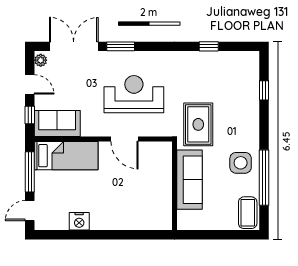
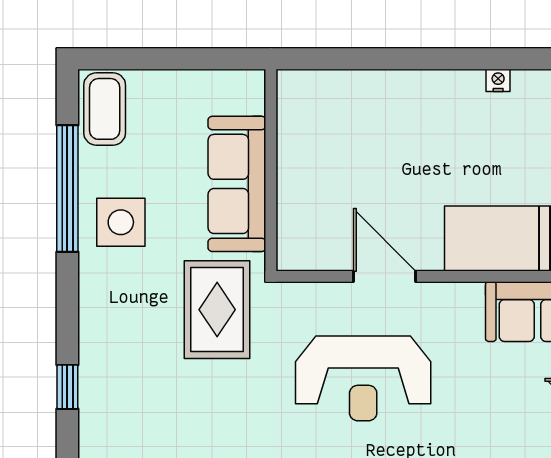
nightstand: (79, 221) -> (498, 80), width x0.53, depth x0.56

